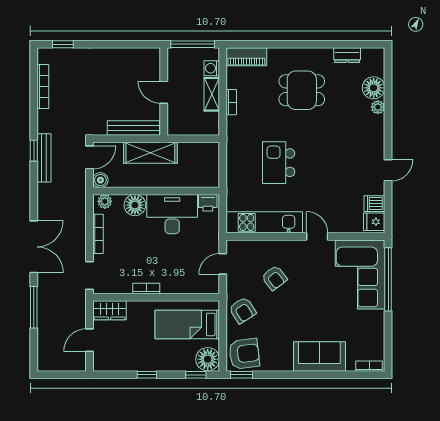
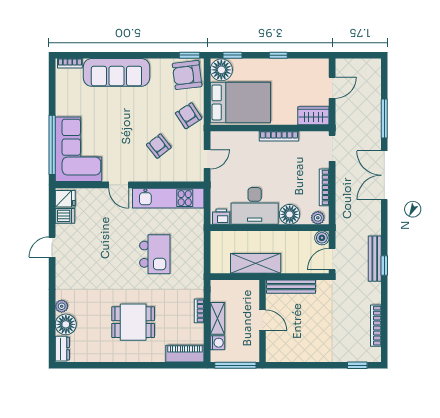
dresser: (347, 55) -> (62, 349), moved, turned 90
shelving: (150, 153) -> (256, 263), moved
bookcase: (146, 289) -> (279, 136), width x1.56
bed: (187, 324) -> (240, 102), width x1.50
sofa: (319, 357) -> (116, 72), width x1.36

